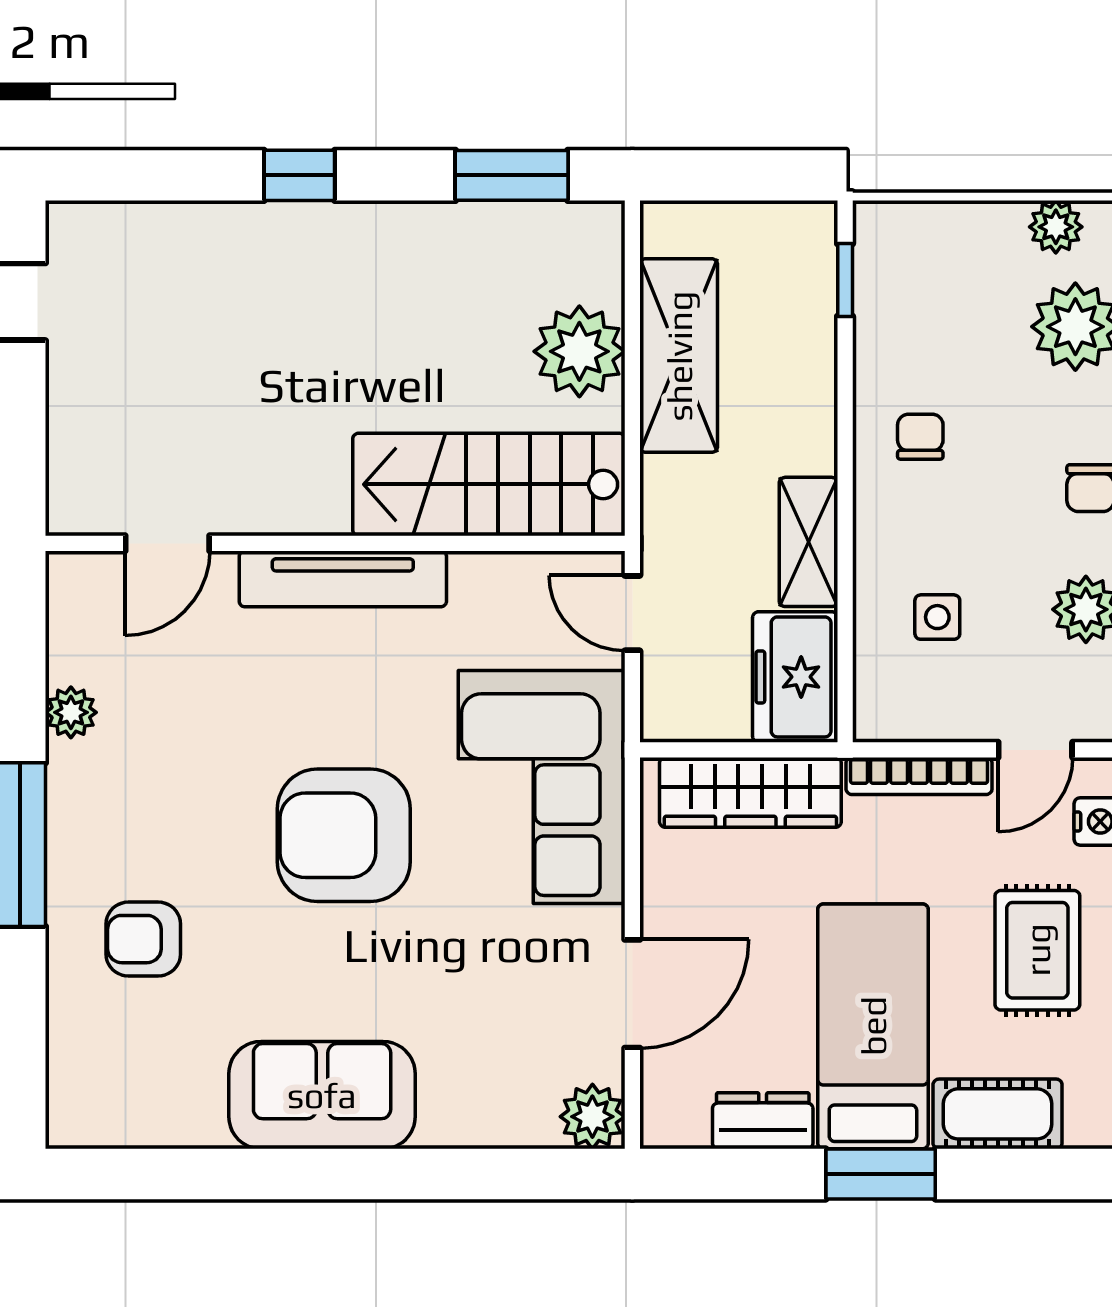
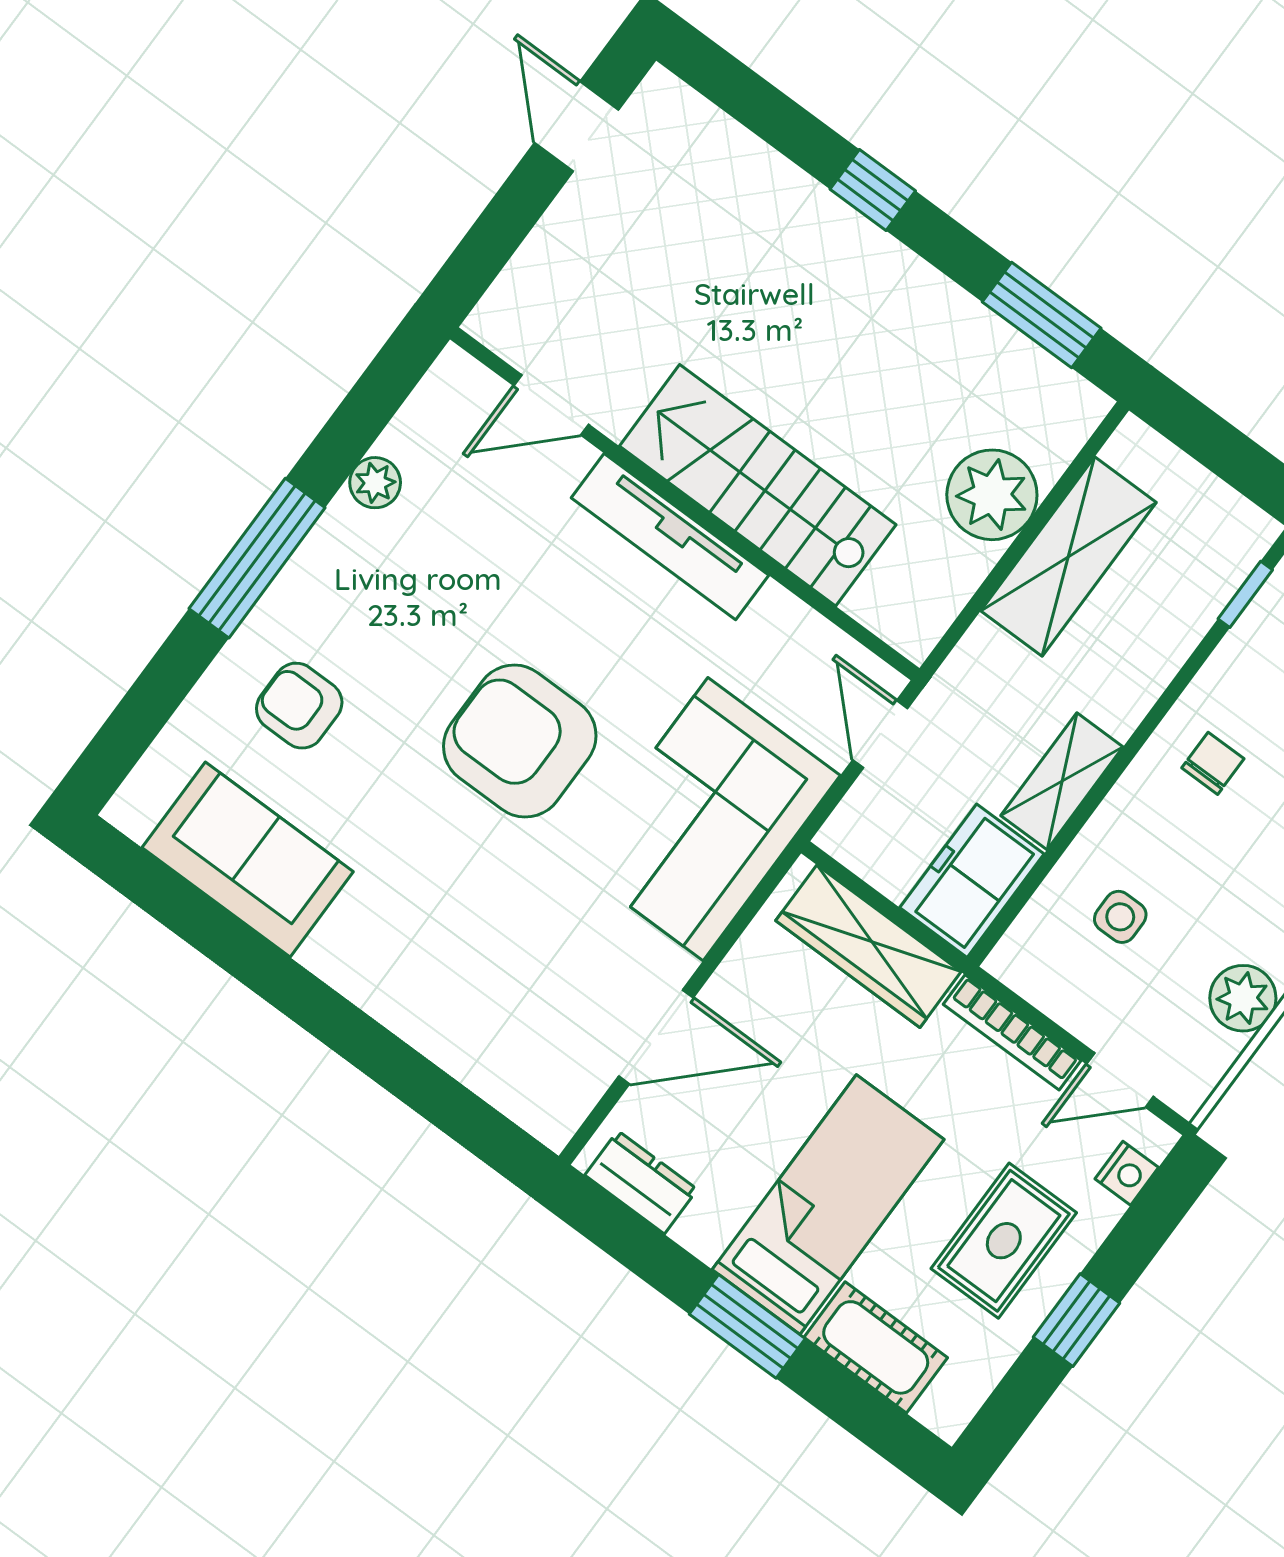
stairs: (489, 484) -> (758, 485), moved
sofa: (322, 1095) -> (248, 860), moved
plant: (592, 1117) -> (552, 1111), removed
dresser: (763, 1121) -> (641, 1182), moved

